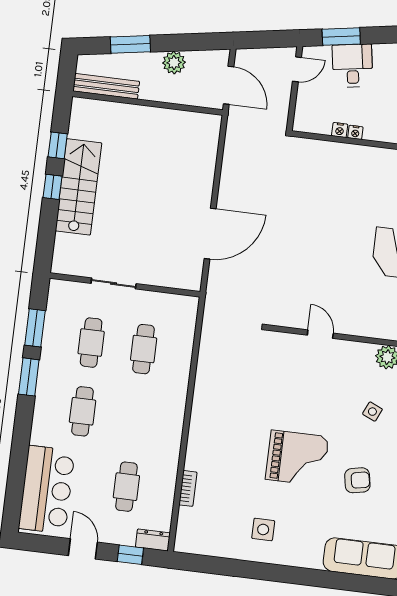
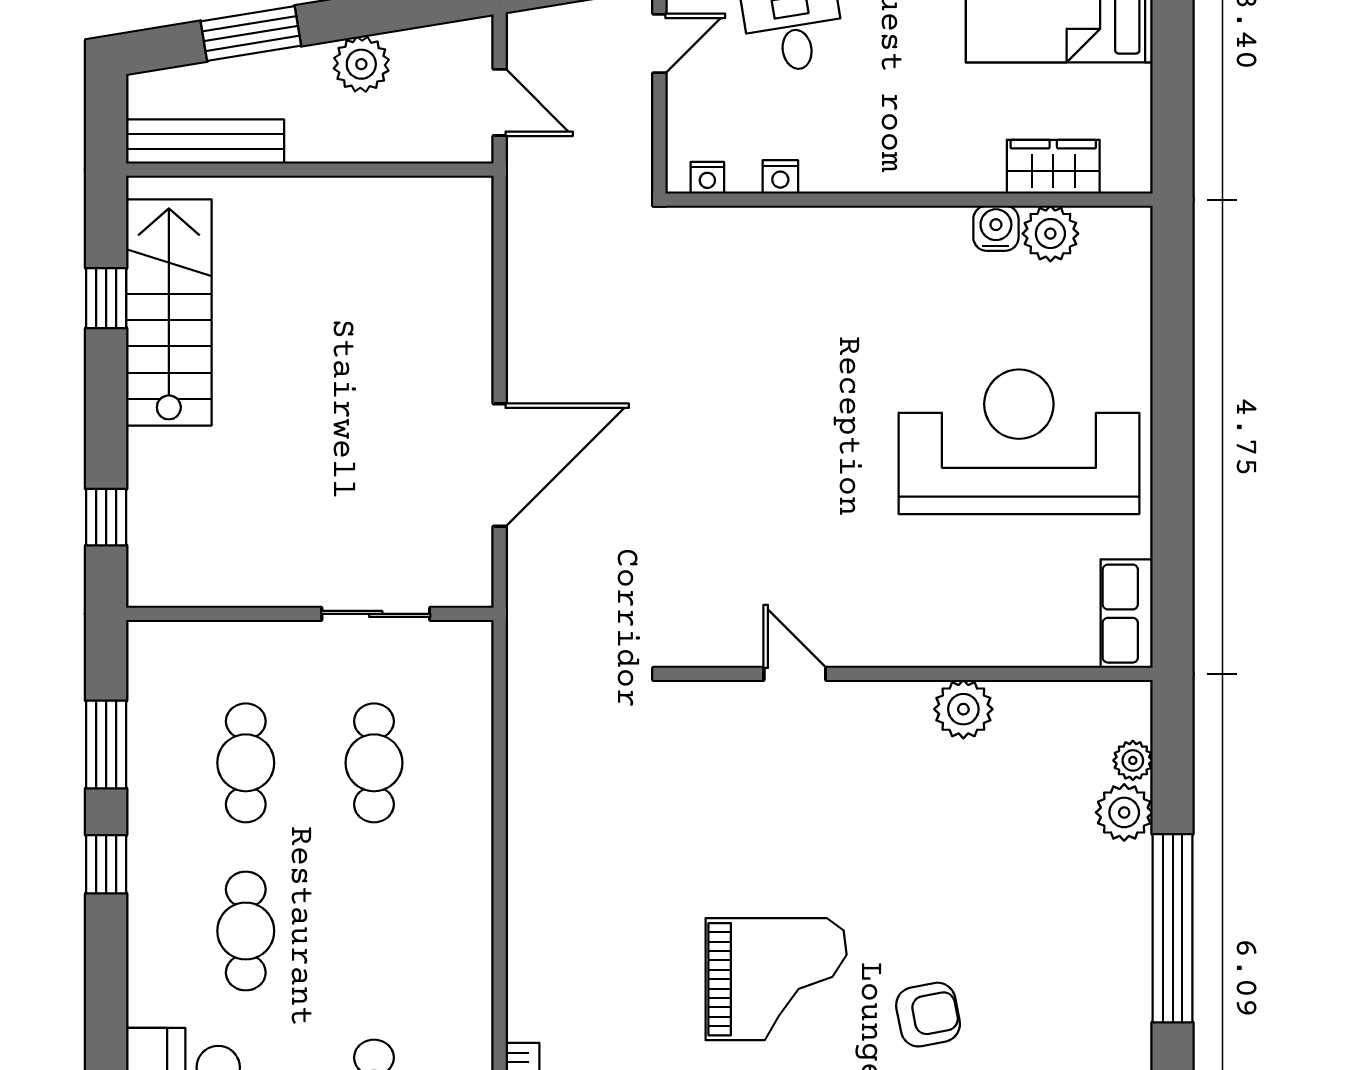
door: (229, 85) -> (500, 102), width x0.73
nightstand: (355, 132) -> (707, 178), moved
window: (52, 187) -> (106, 517), moved
stairs: (79, 187) -> (169, 312), moved
sliding door: (114, 283) -> (376, 614), moved
window: (29, 377) -> (106, 864), width x0.67
side table: (372, 412) -> (944, 845), removed

